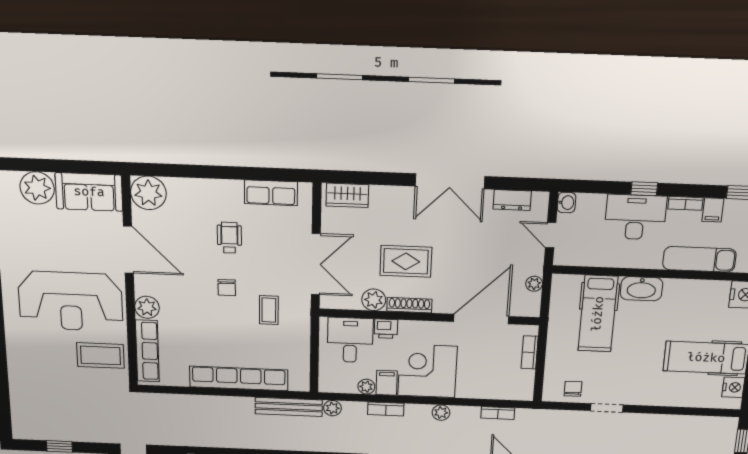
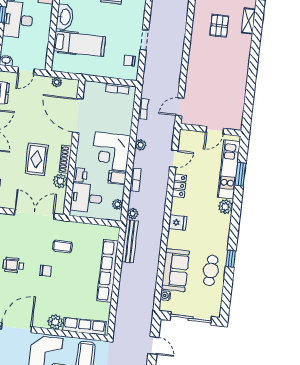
bookcase: (530, 352) -> (117, 89), moved
plant: (366, 387) -> (117, 204), moved

